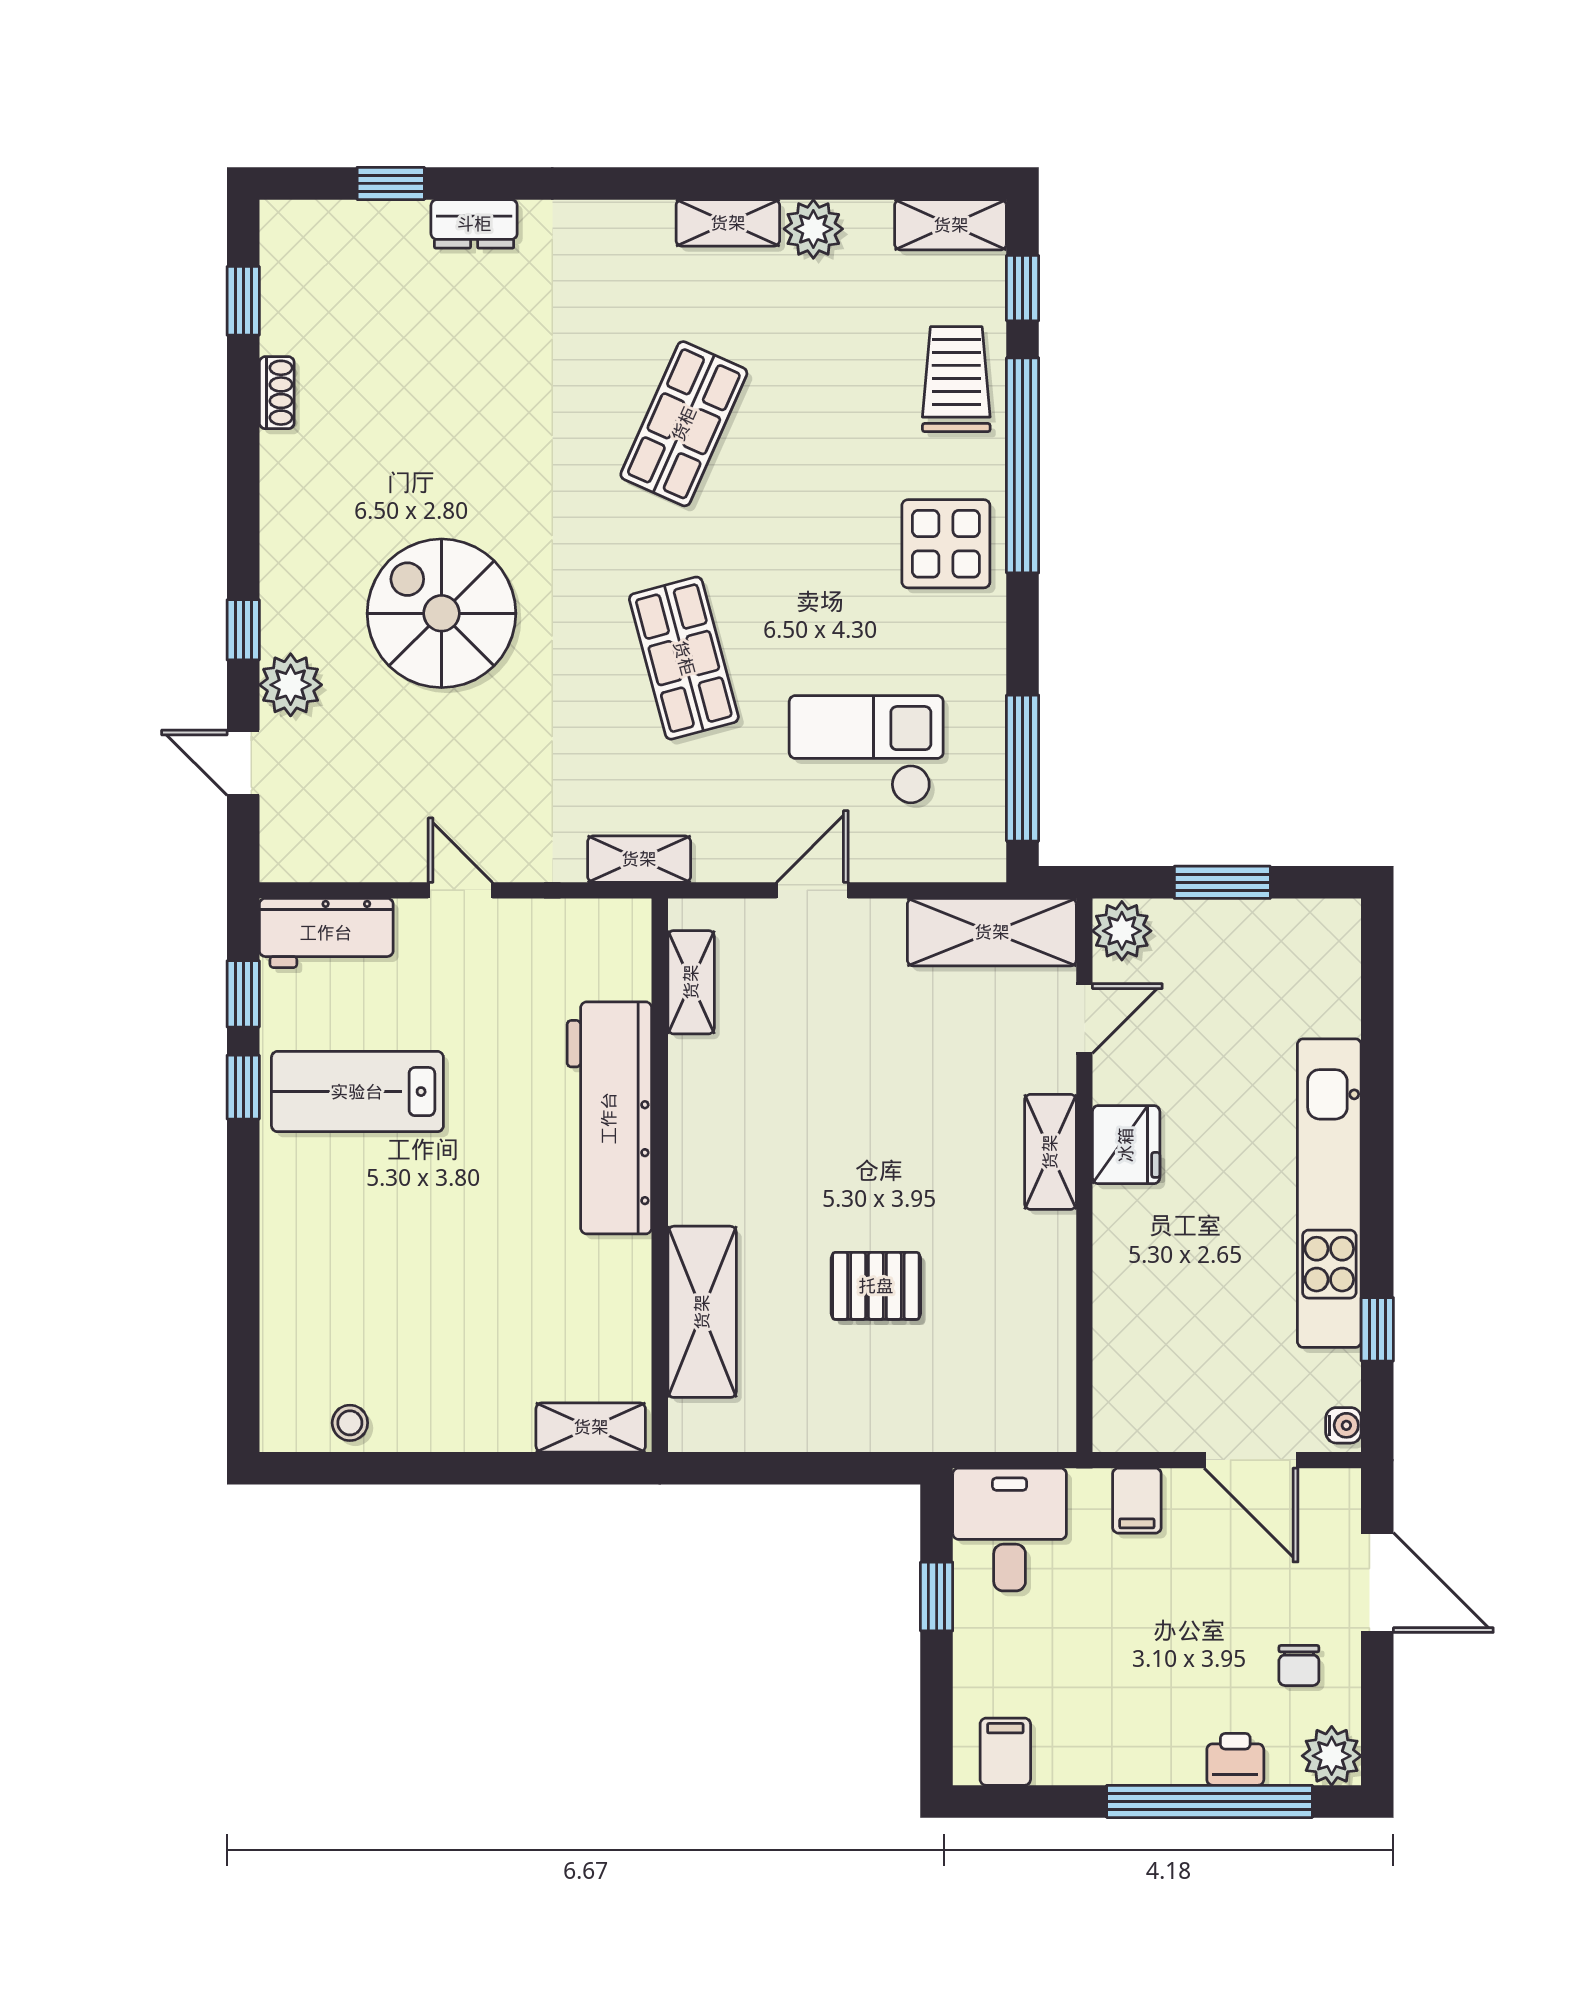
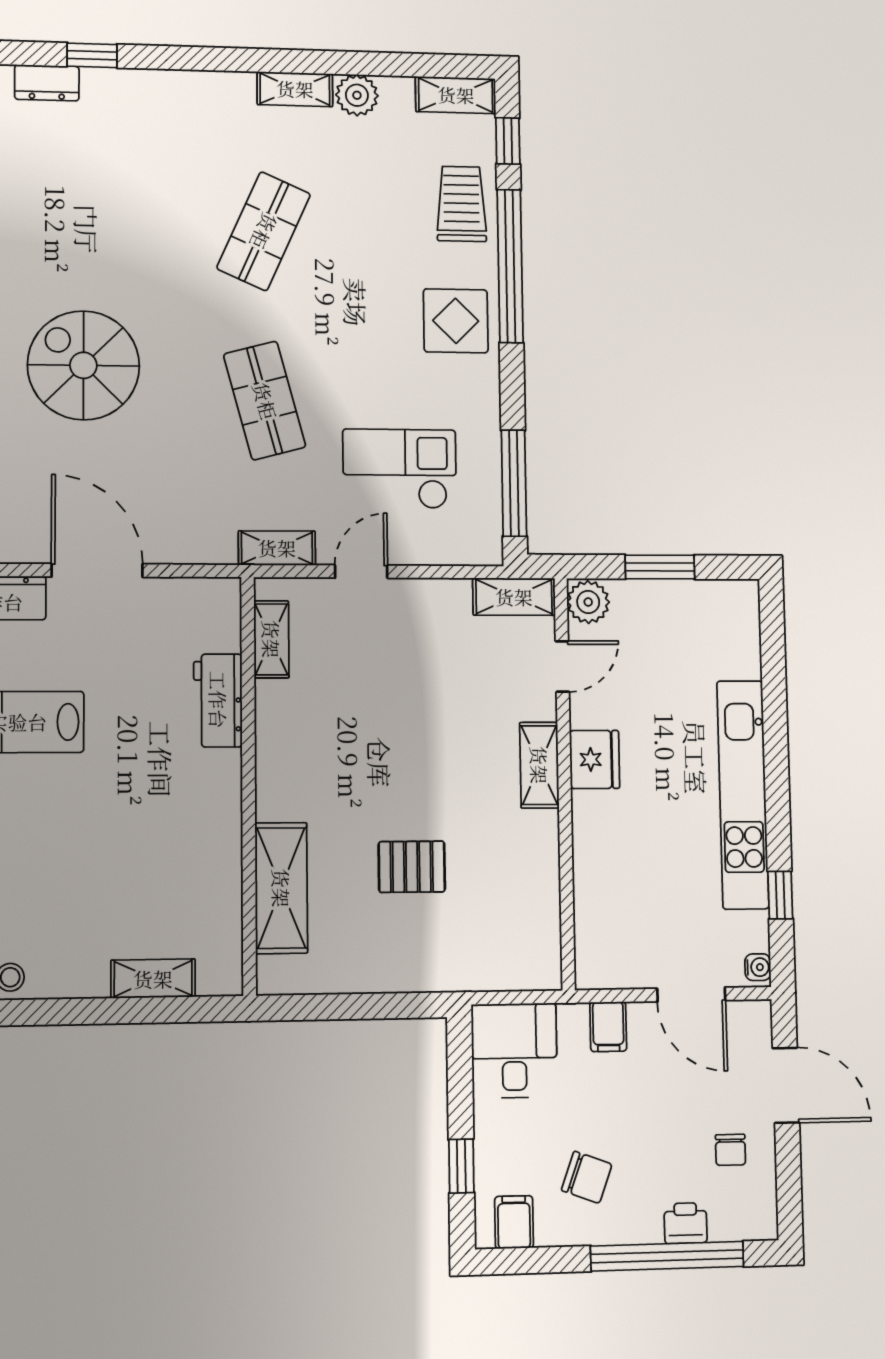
window: (391, 183) -> (92, 55), moved
dresser: (474, 224) -> (47, 83), moved
shelving: (639, 859) -> (277, 548), moved
door: (460, 890) -> (97, 570), width x1.87
shelving: (992, 932) -> (514, 597), width x0.67, depth x0.75
workbench: (609, 1118) -> (218, 700), width x0.53, depth x0.76
shelving: (591, 1427) -> (153, 979), moved
window: (937, 1596) -> (461, 1166), moved
chair: (1104, 1696) -> (587, 1177), added
plant: (1332, 1756) -> (756, 1218), removed

